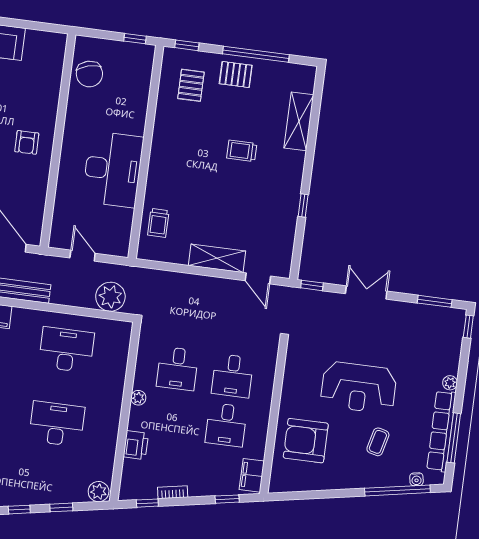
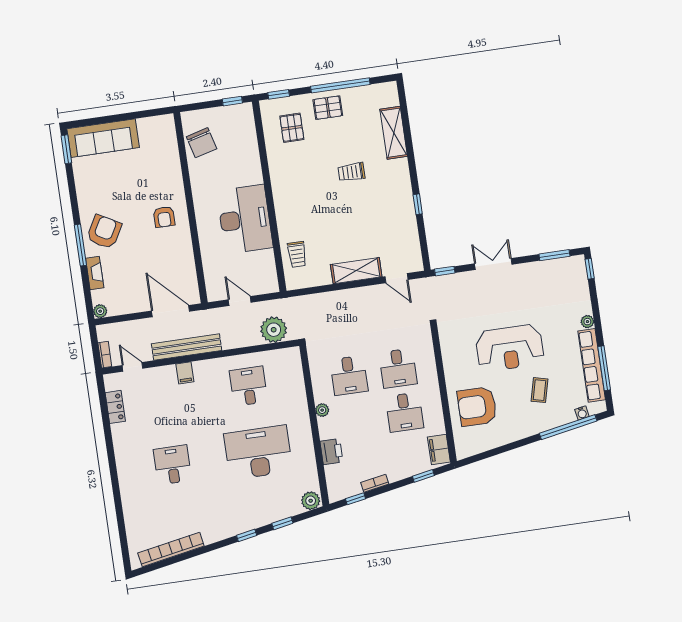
desk: (66, 350) -> (249, 386), width x0.73
desk: (57, 424) -> (258, 452), width x1.36, depth x1.30

